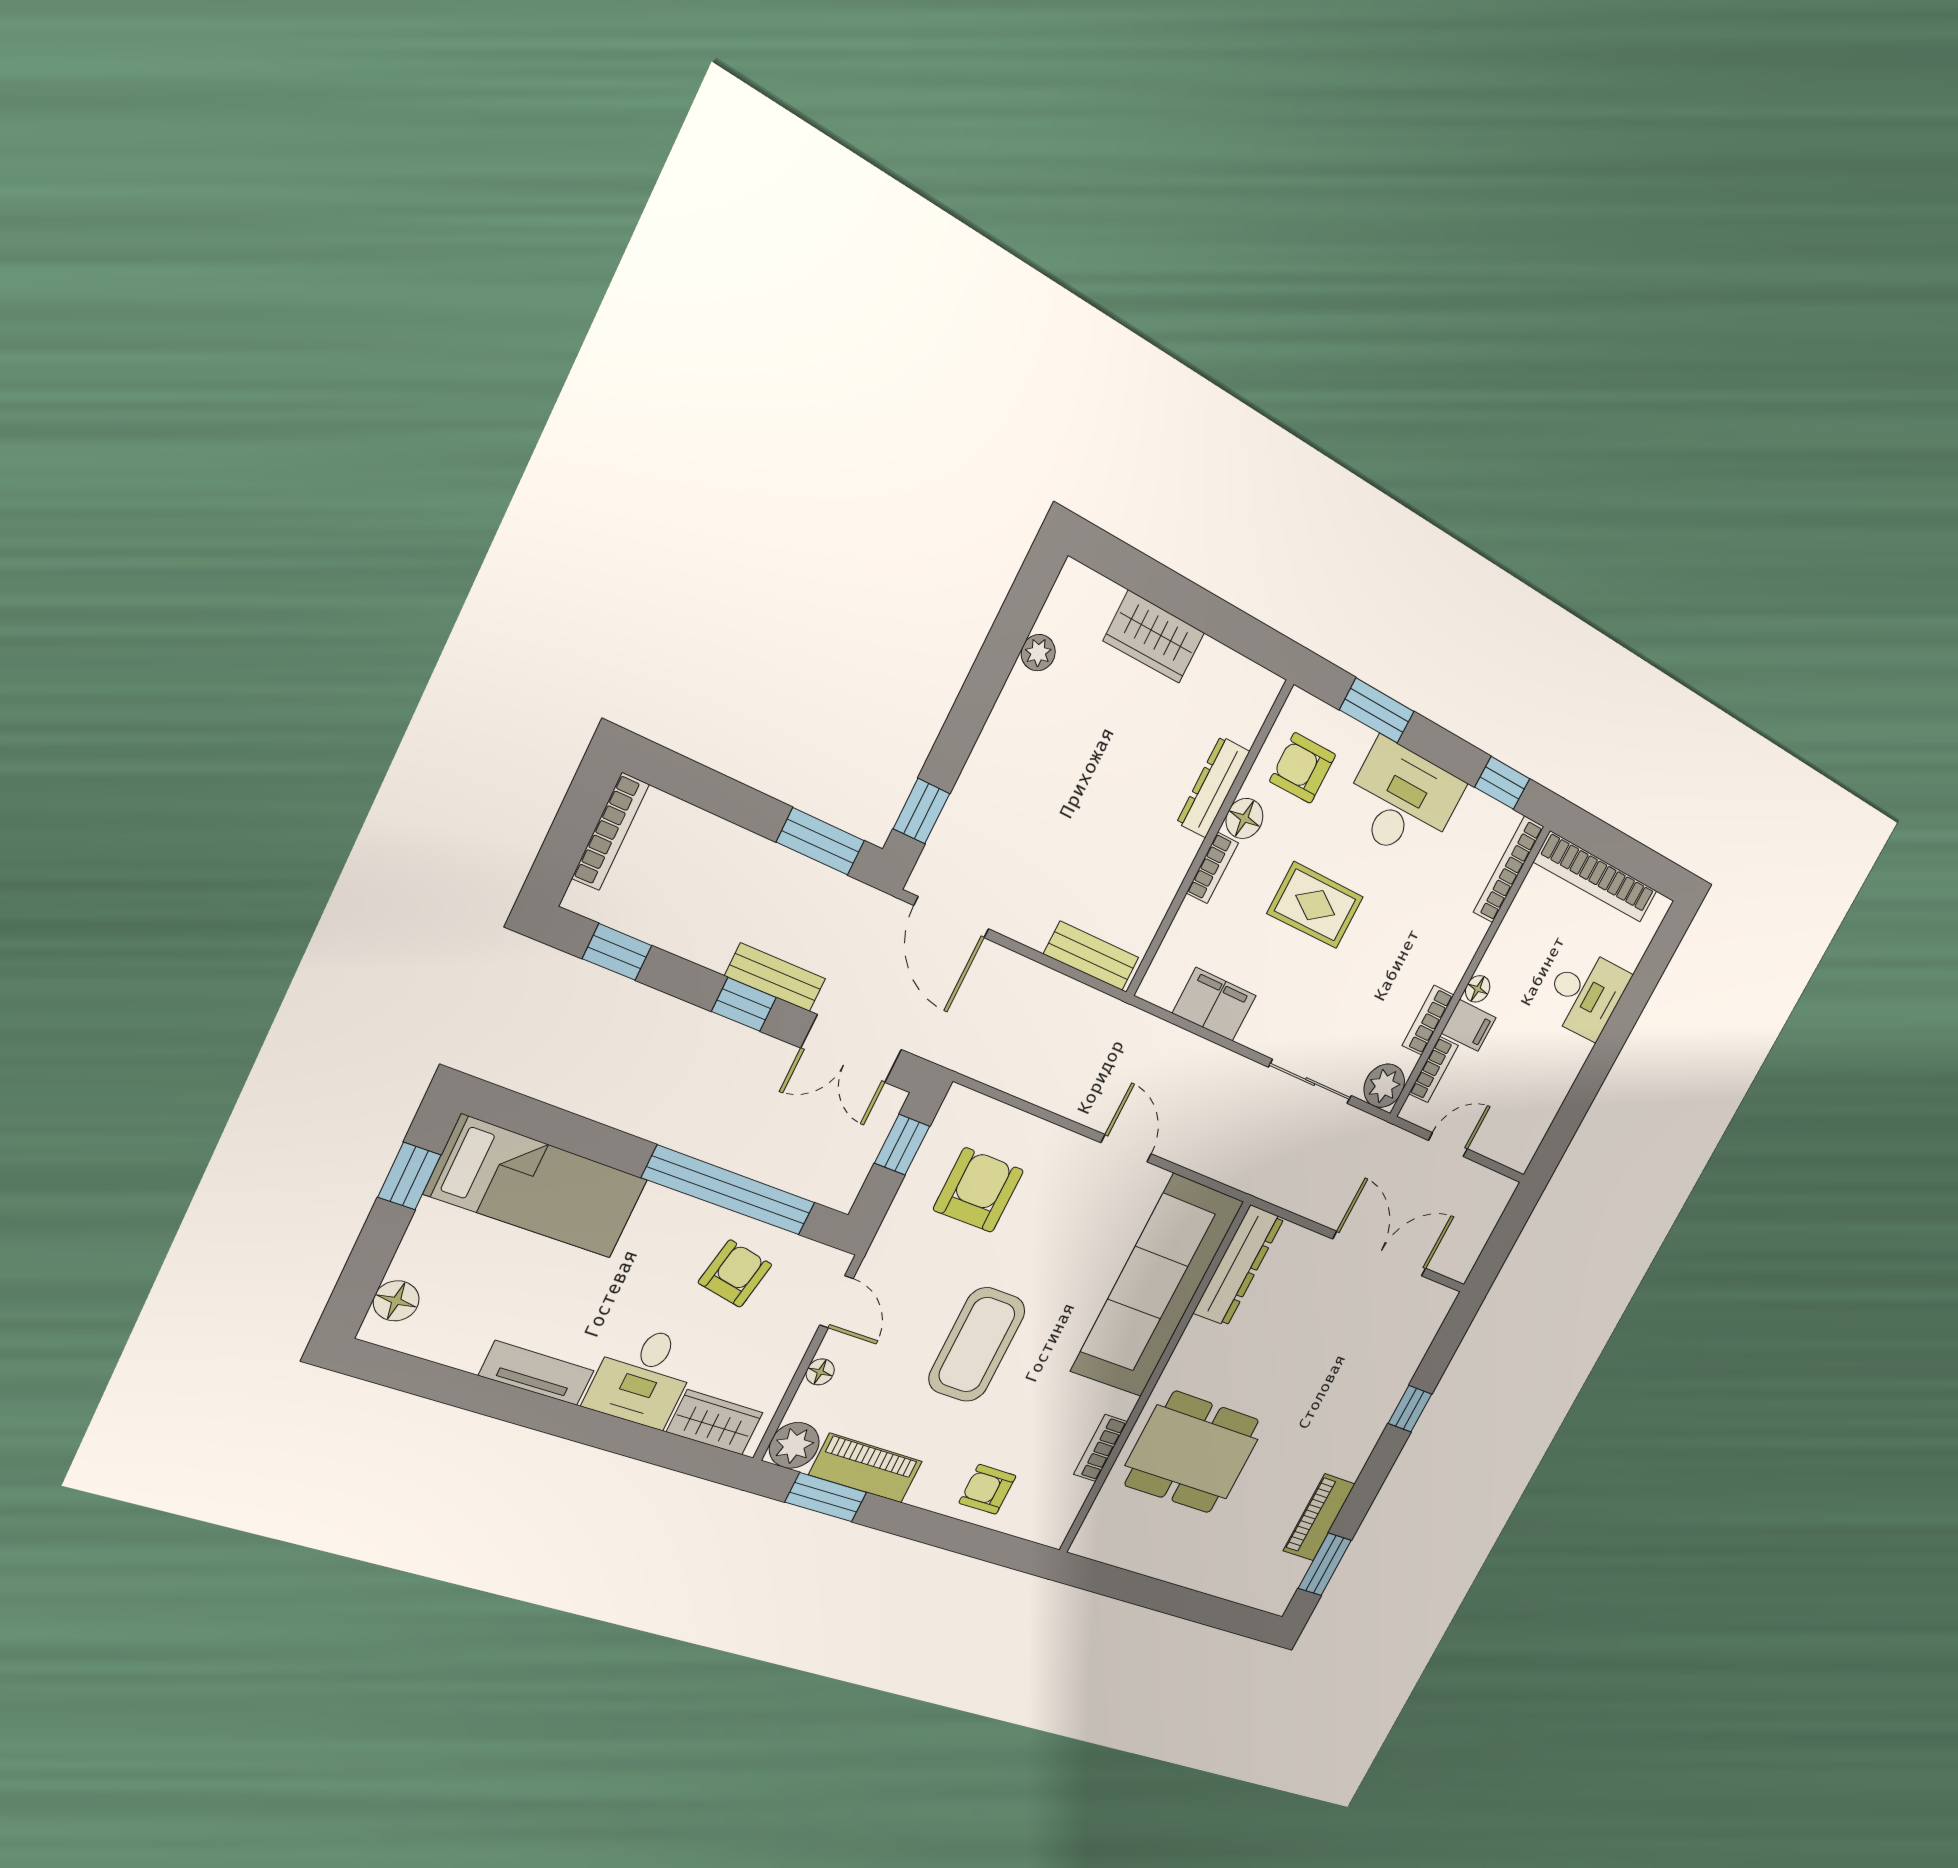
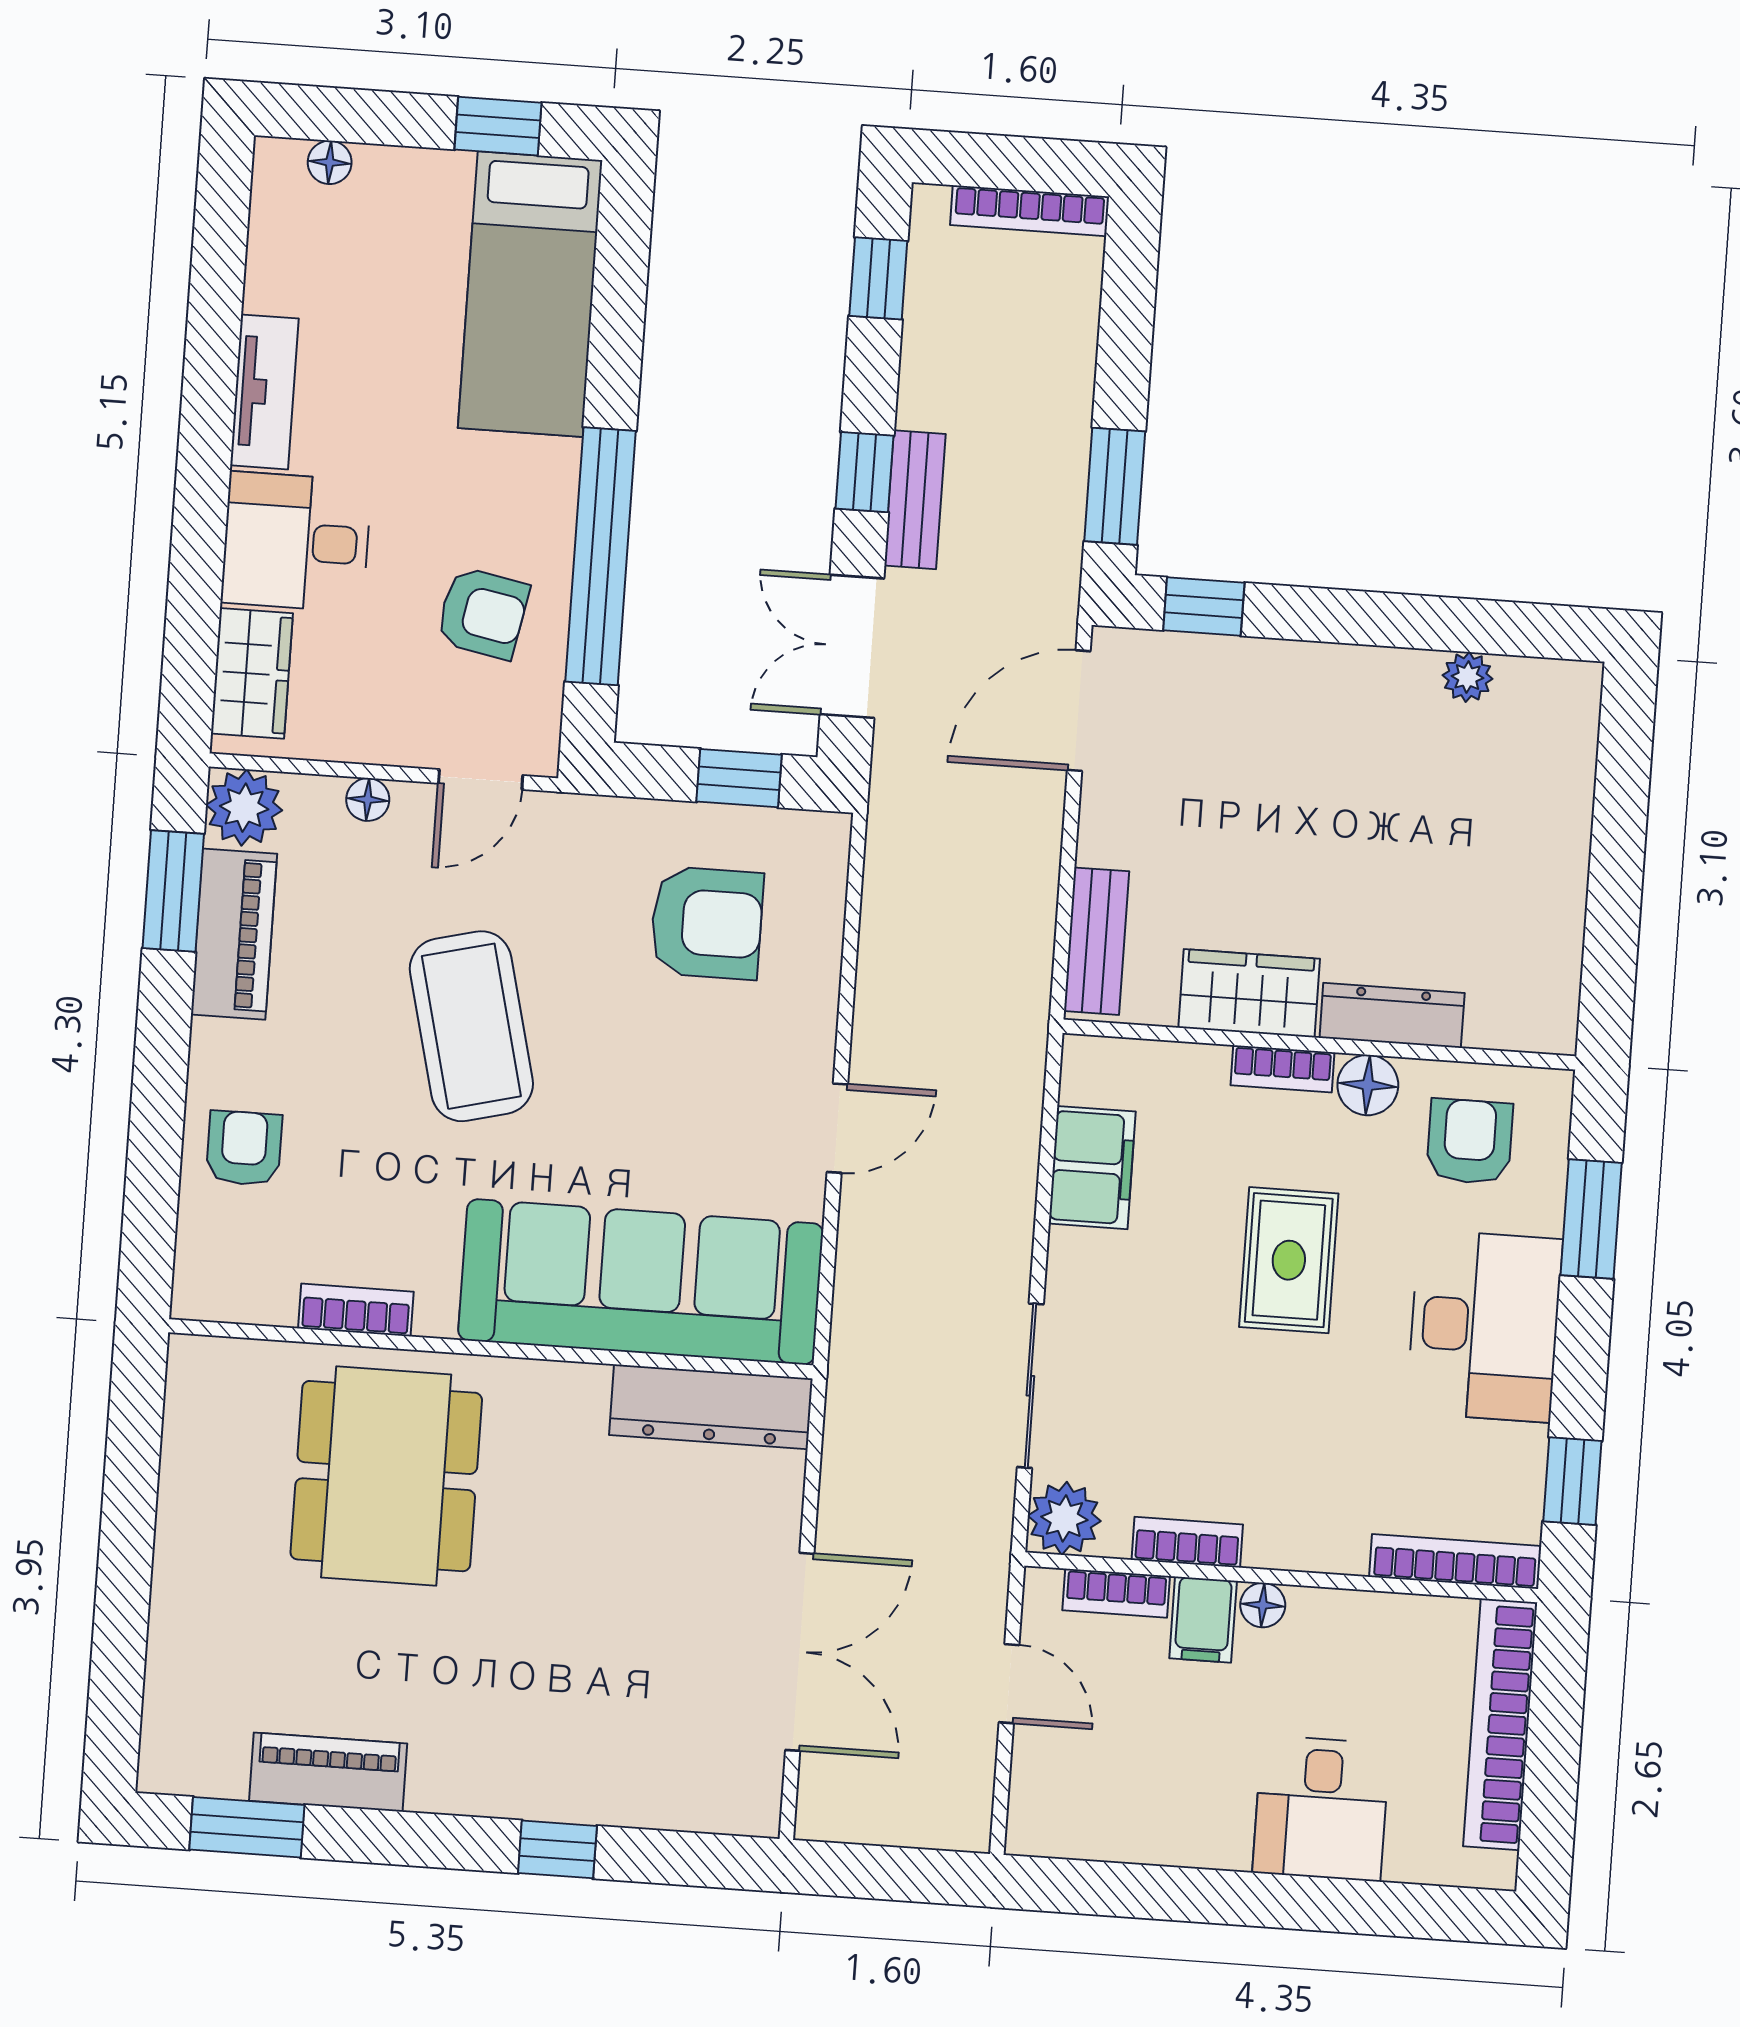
wardrobe: (1154, 637) -> (1249, 993), moved, turned 90
floor lamp: (396, 1301) -> (330, 162), width x0.73, depth x0.73
coffee table: (977, 1345) -> (471, 1026), turned 76

